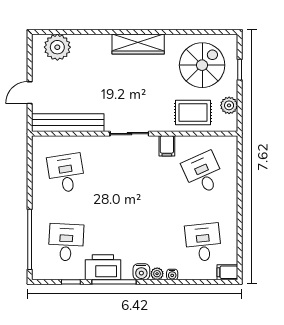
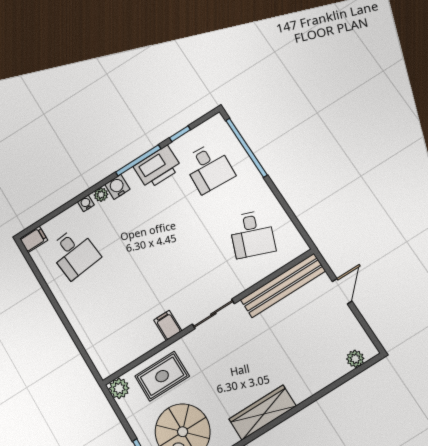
plant: (57, 47) -> (355, 359), width x0.53, depth x0.53
plant: (229, 105) -> (119, 388), moved
desk: (66, 173) -> (252, 234), turned 30
desk: (203, 173) -> (115, 321), removed

